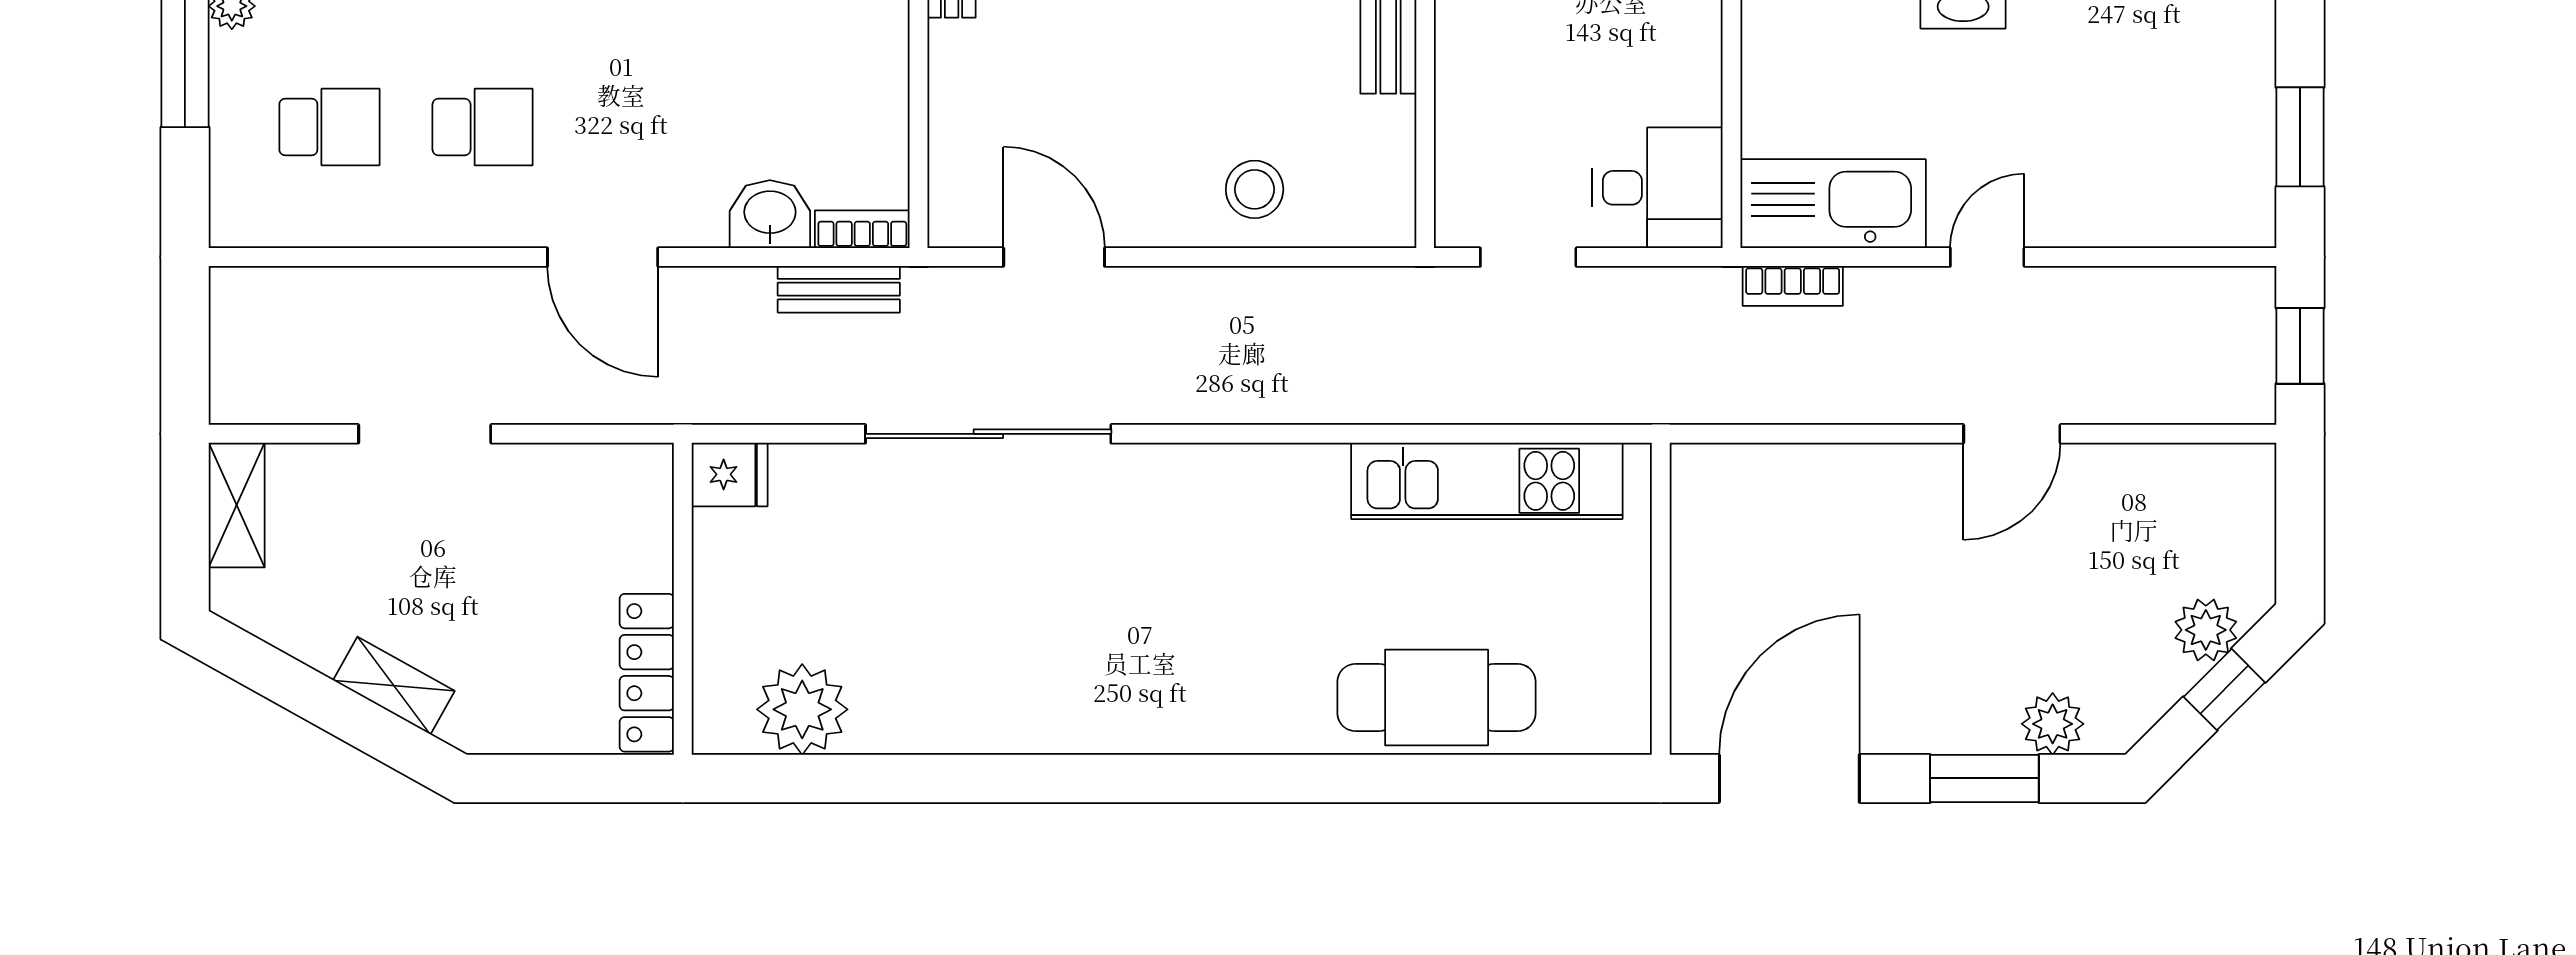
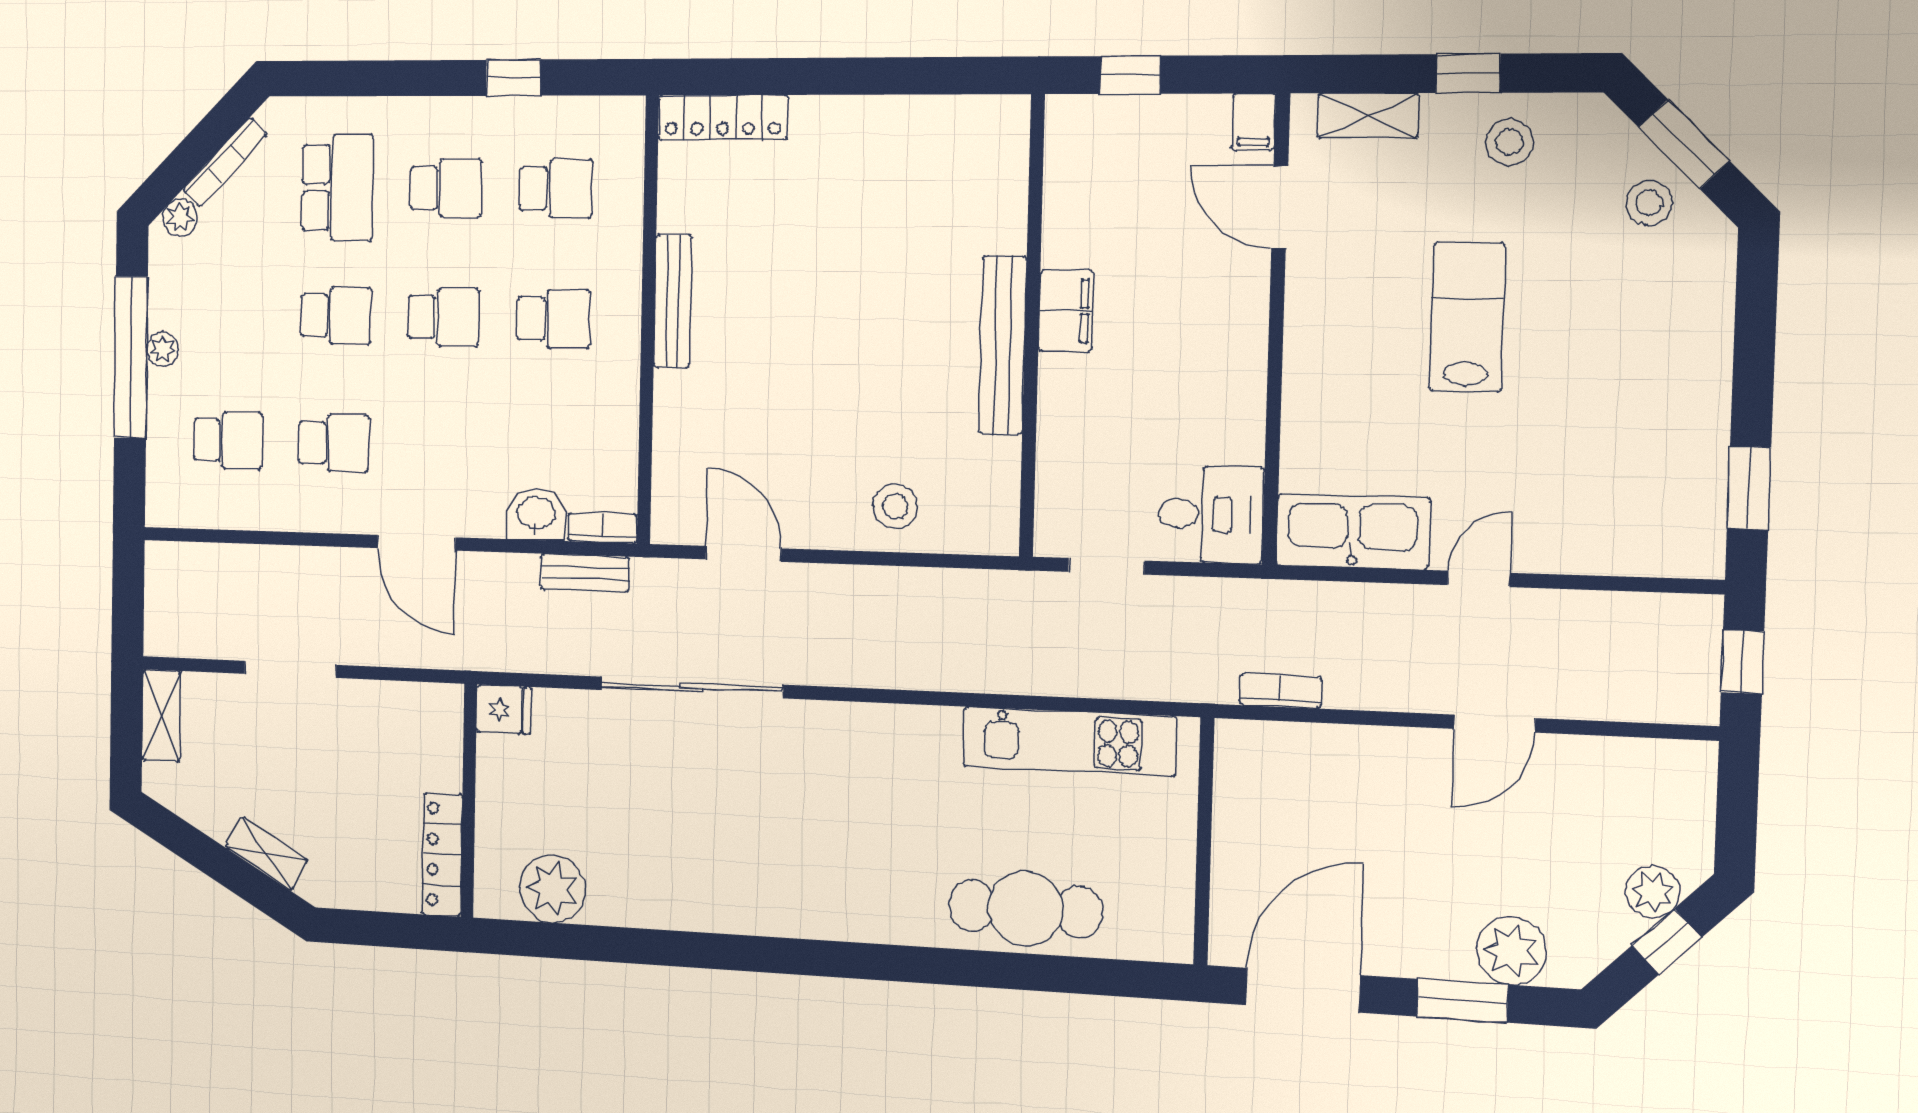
bookcase: (1793, 286) -> (1281, 691), moved, turned 180
plant: (2053, 724) -> (1511, 951), width x1.36, depth x1.36

